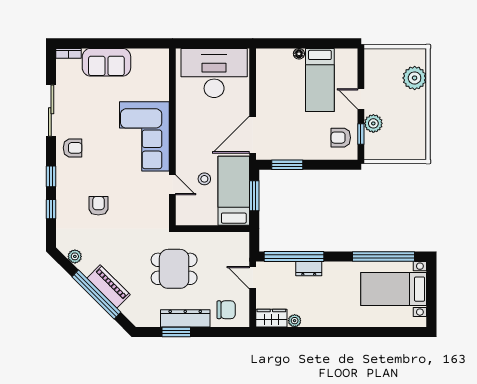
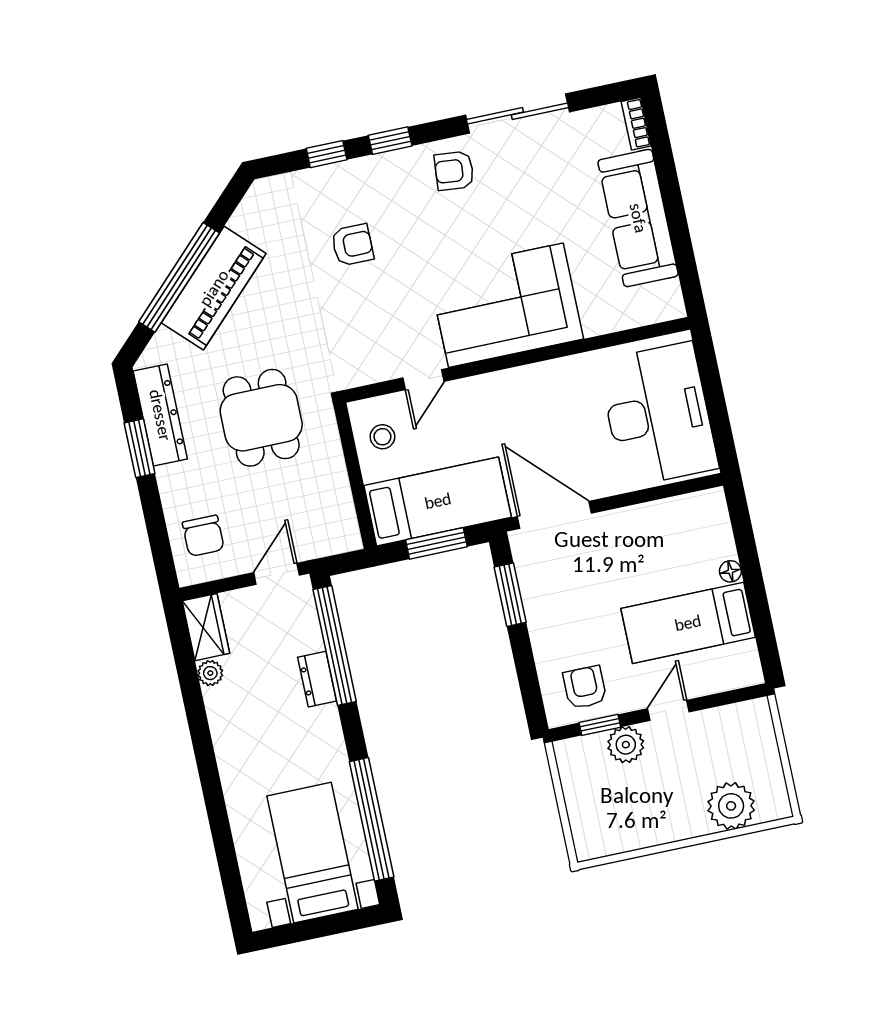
sofa: (106, 62) -> (638, 218), width x1.36
armchair: (73, 148) -> (454, 171), turned 95
stool: (204, 179) -> (382, 437), moved
plant: (75, 256) -> (244, 220), removed
piano: (109, 286) -> (214, 288), width x1.37, depth x1.33
dresser: (185, 318) -> (160, 415), moved

